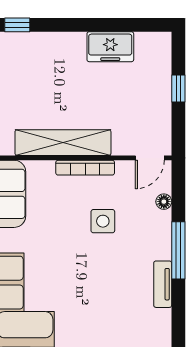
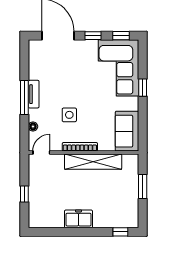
freezer: (110, 47) -> (78, 219), moved
tv unit: (163, 284) -> (34, 94), moved

